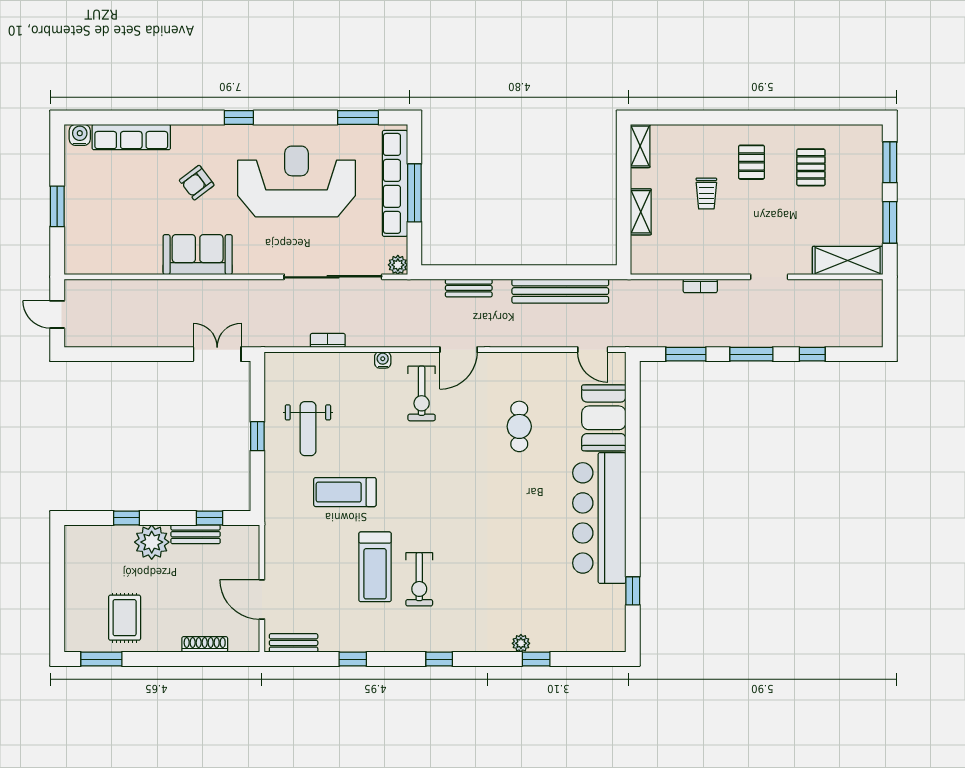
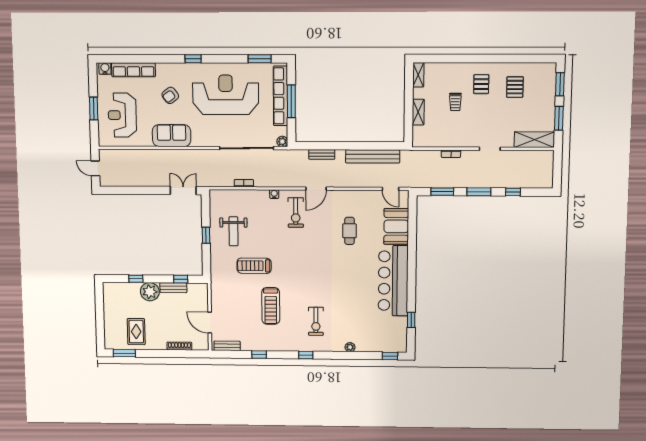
reception desk: (109, 218) -> (122, 115), added
exercise bike: (419, 579) -> (316, 321), moved
window: (536, 659) -> (390, 356), moved

